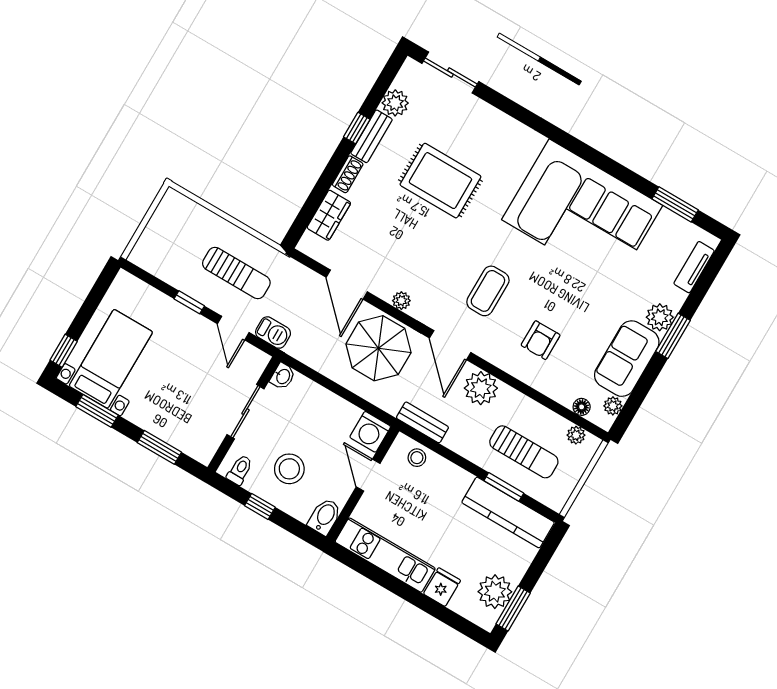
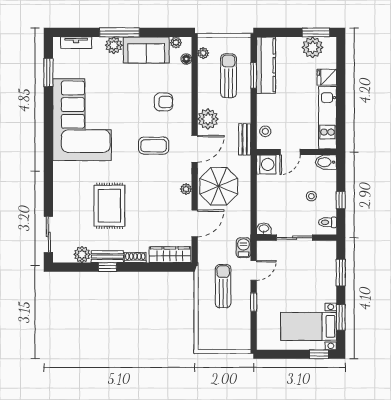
wardrobe: (329, 215) -> (170, 255), width x1.50
window: (673, 336) -> (119, 32), width x1.44
stool: (289, 469) -> (311, 196), width x0.53, depth x0.53

